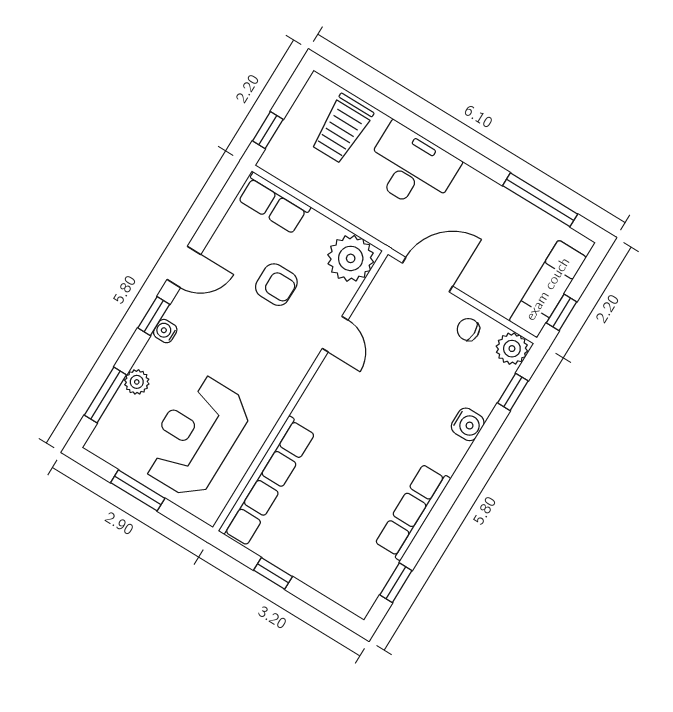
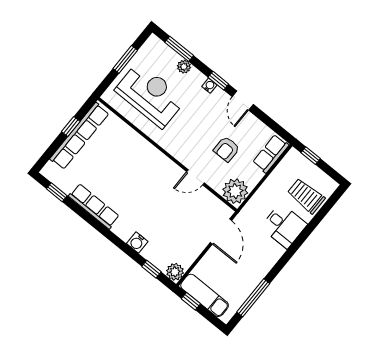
desk: (411, 168) -> (284, 226), width x0.73
chair: (468, 329) -> (188, 250), removed
row of seats: (267, 482) -> (79, 136), moved, turned -90

